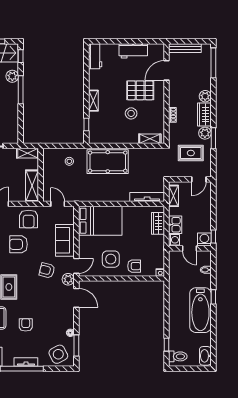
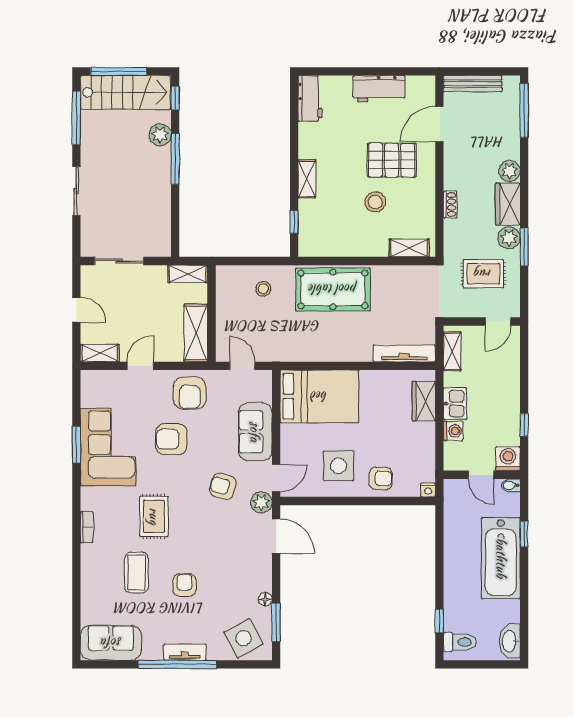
washing machine: (204, 240) -> (508, 459), moved
door: (190, 248) -> (481, 475), moved
wall: (190, 248) -> (482, 475), moved

